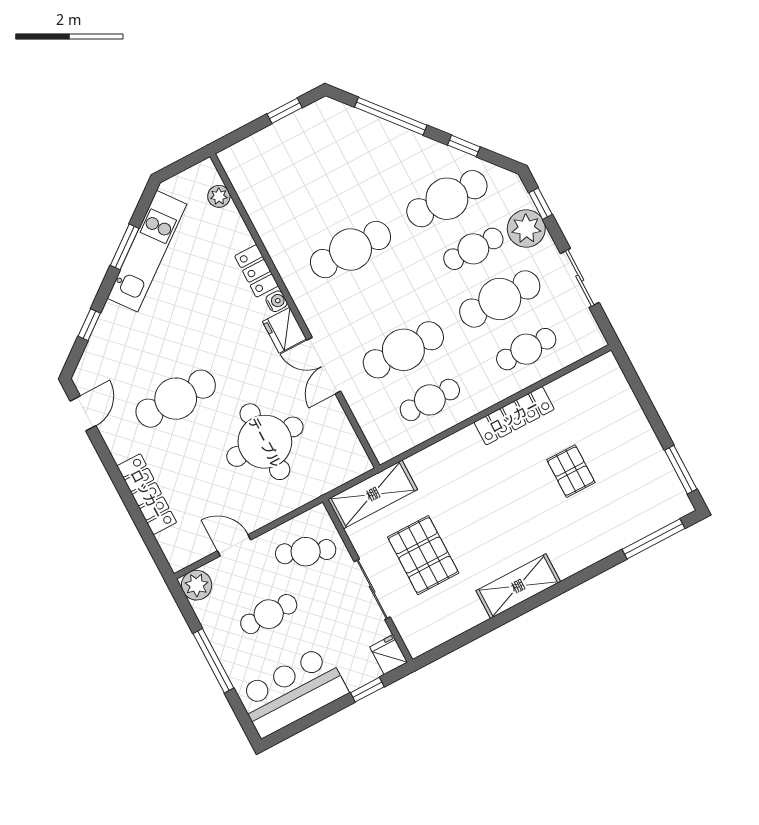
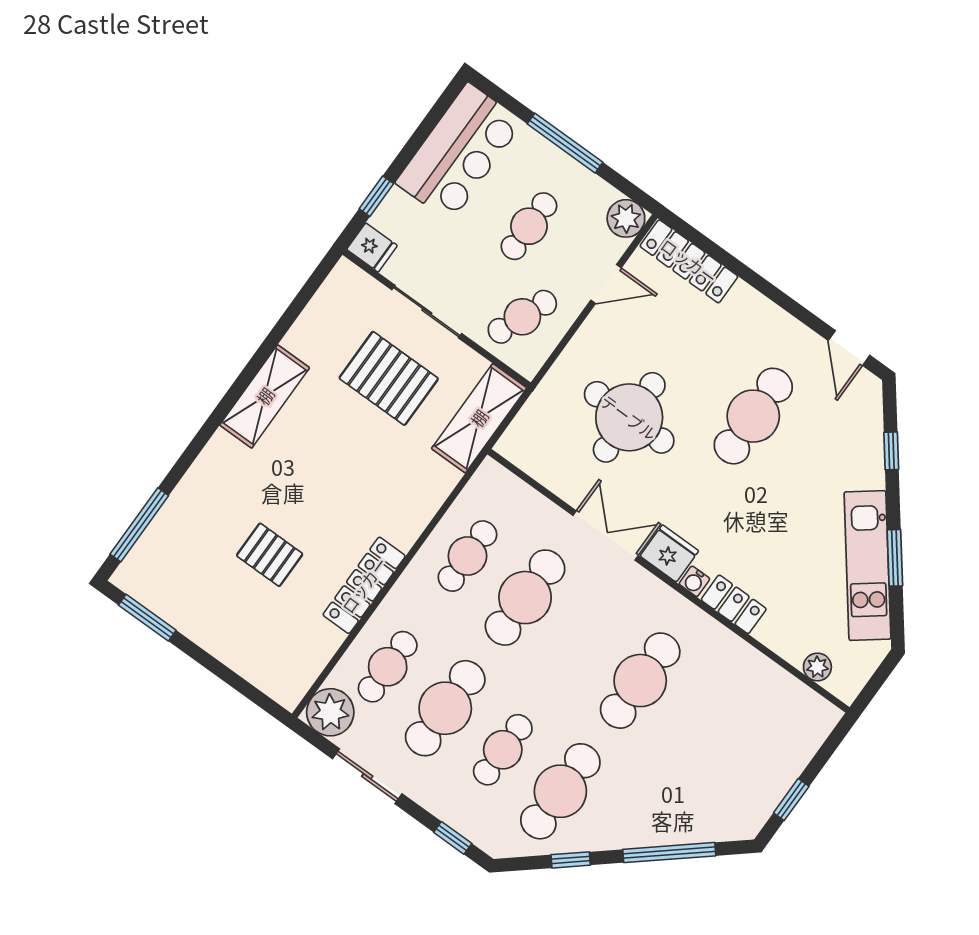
plant: (526, 229) -> (330, 712), moved
locker: (147, 494) -> (689, 261), moved

